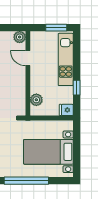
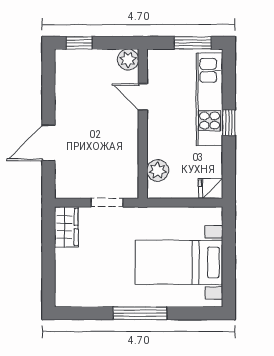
window: (77, 88) -> (229, 123), moved
window: (26, 181) -> (140, 313), width x0.68

